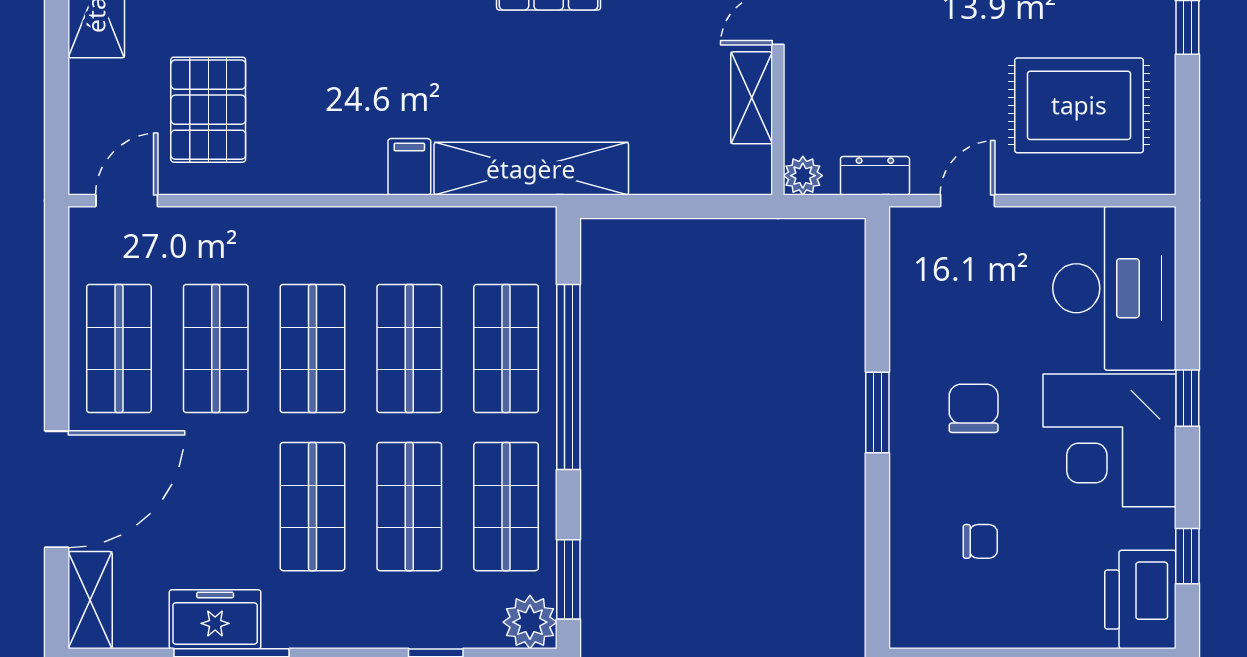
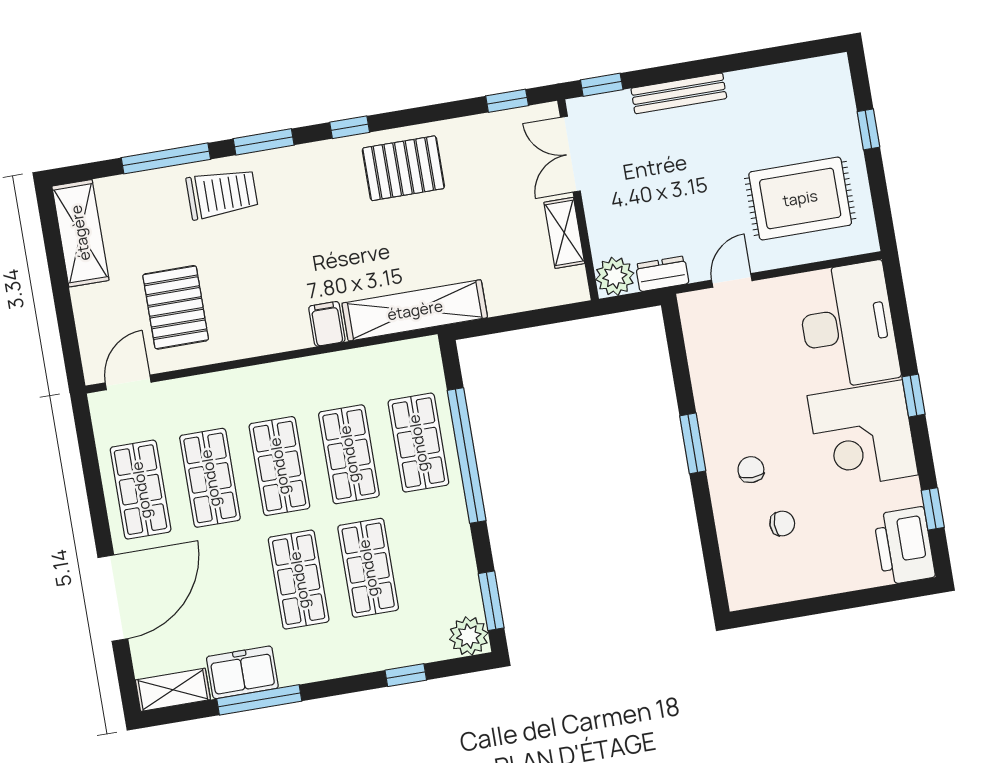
plant: (803, 176) -> (615, 276), width x1.38, depth x1.38
chair: (974, 408) -> (751, 470), moved, width x0.73, depth x0.73
shop shelf: (506, 507) -> (438, 556), removed
shelving: (90, 600) -> (173, 690), moved, turned 90

